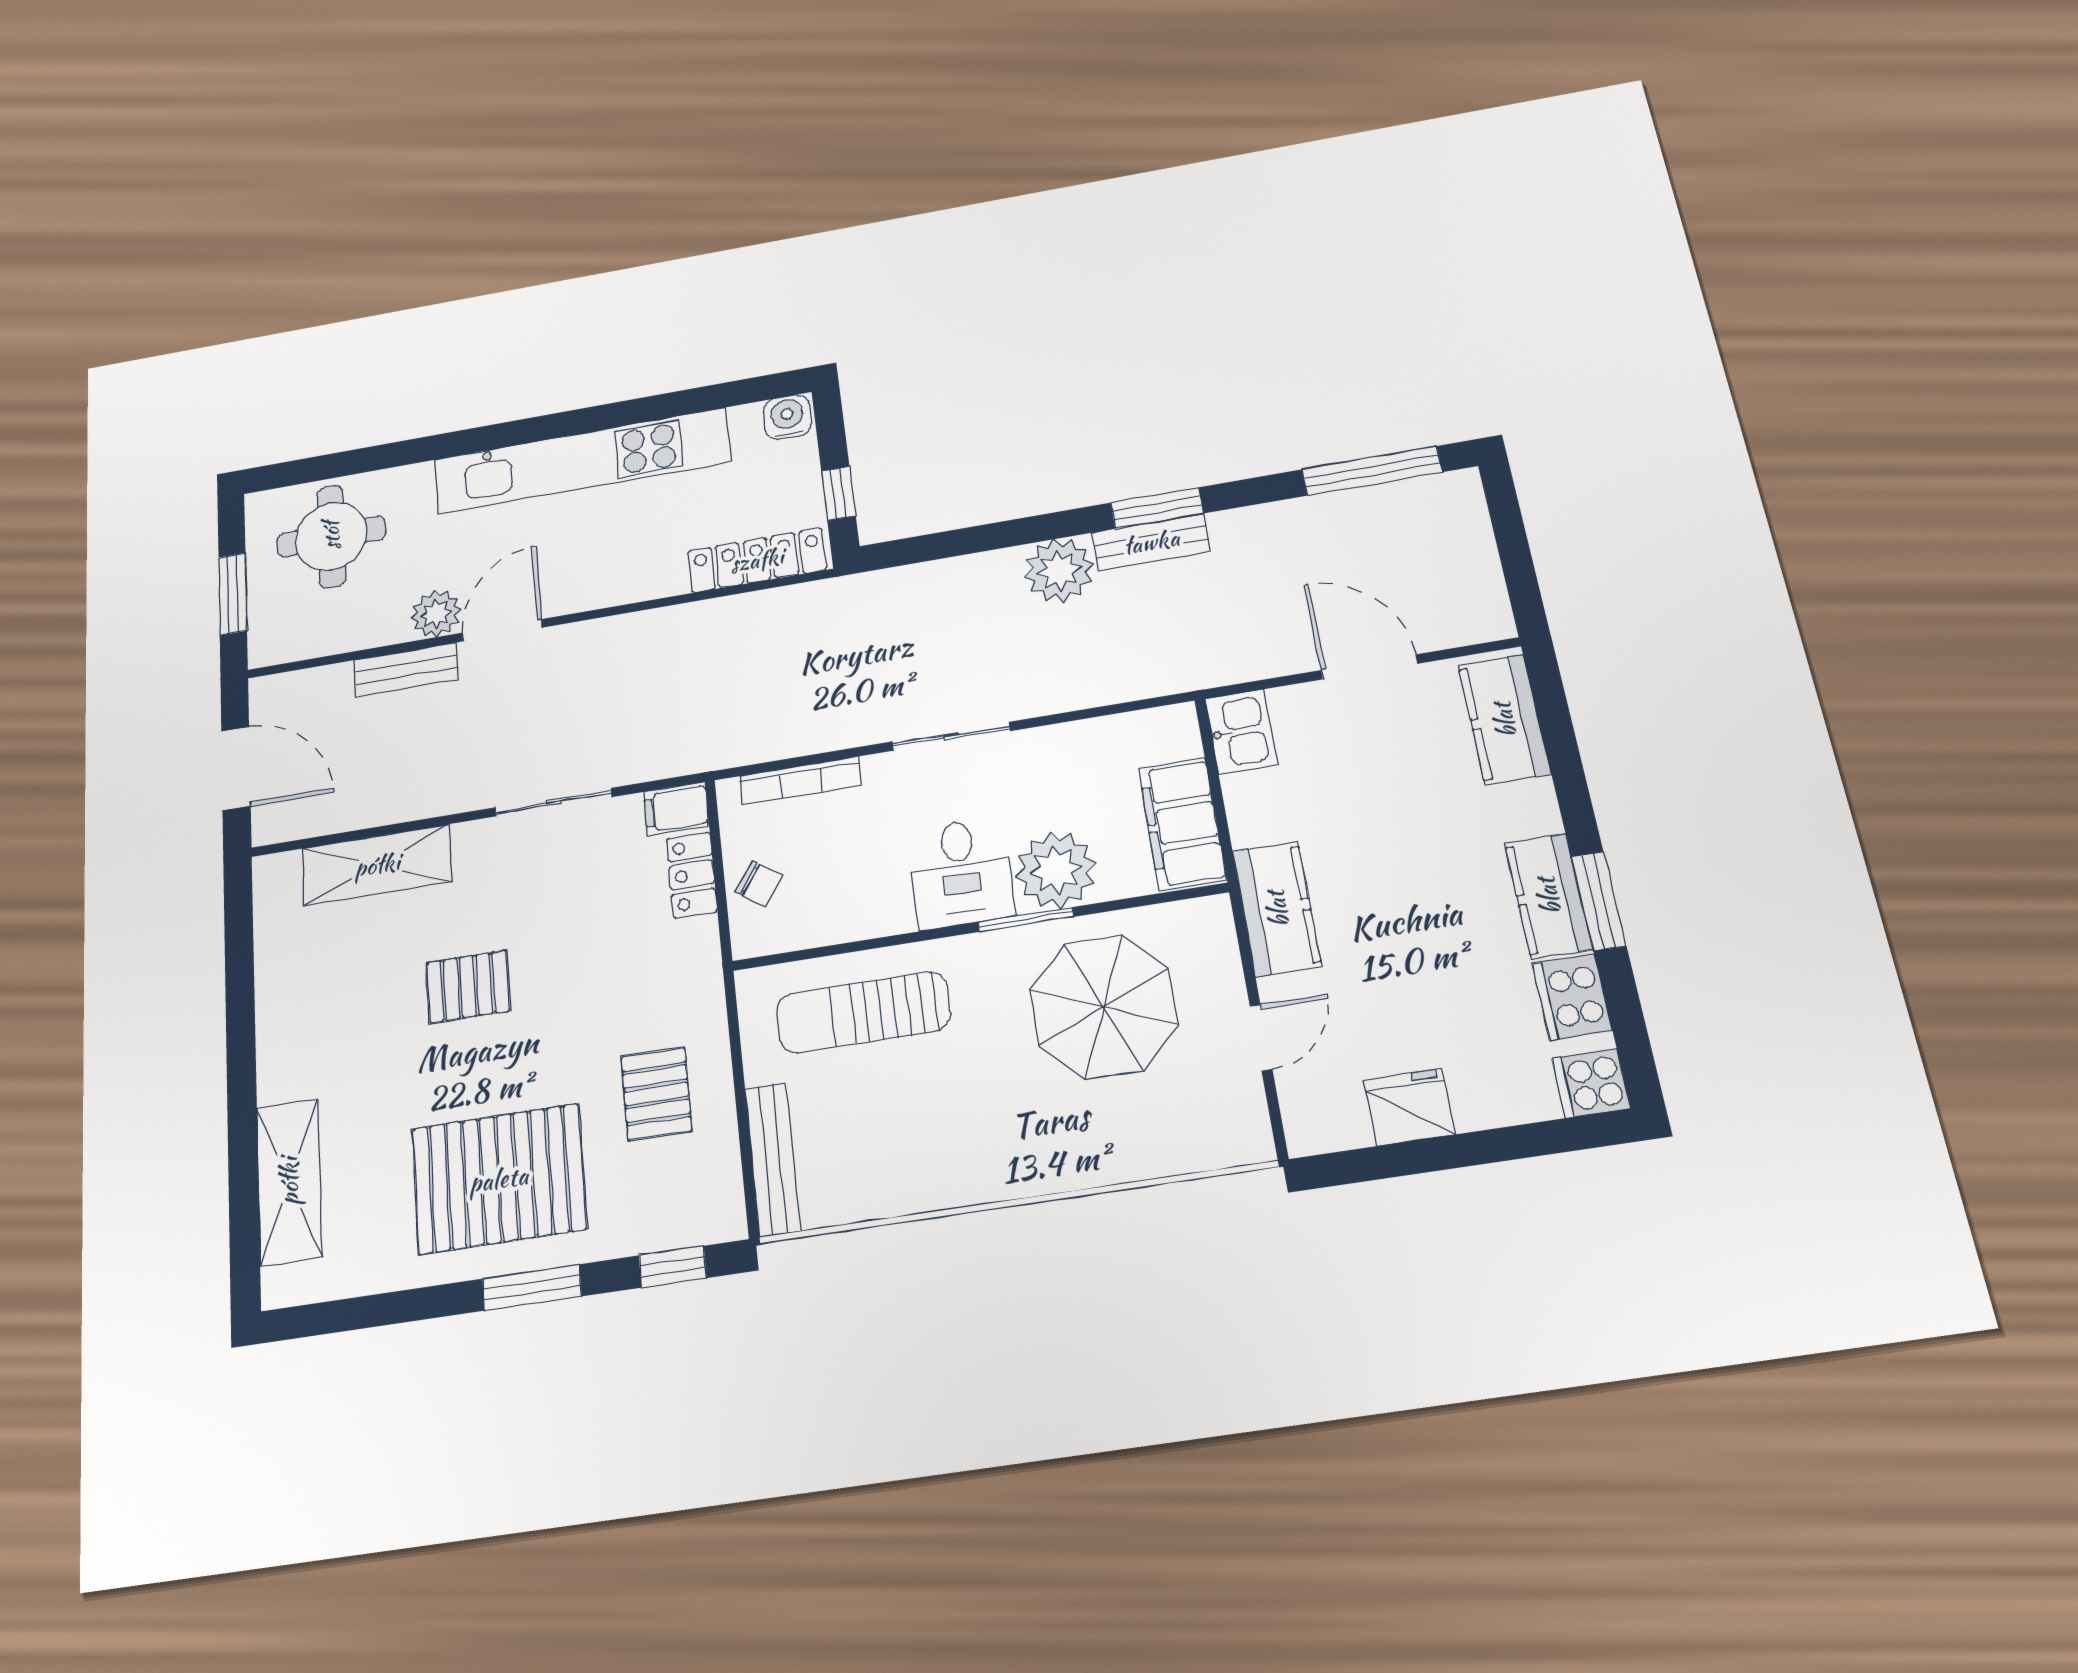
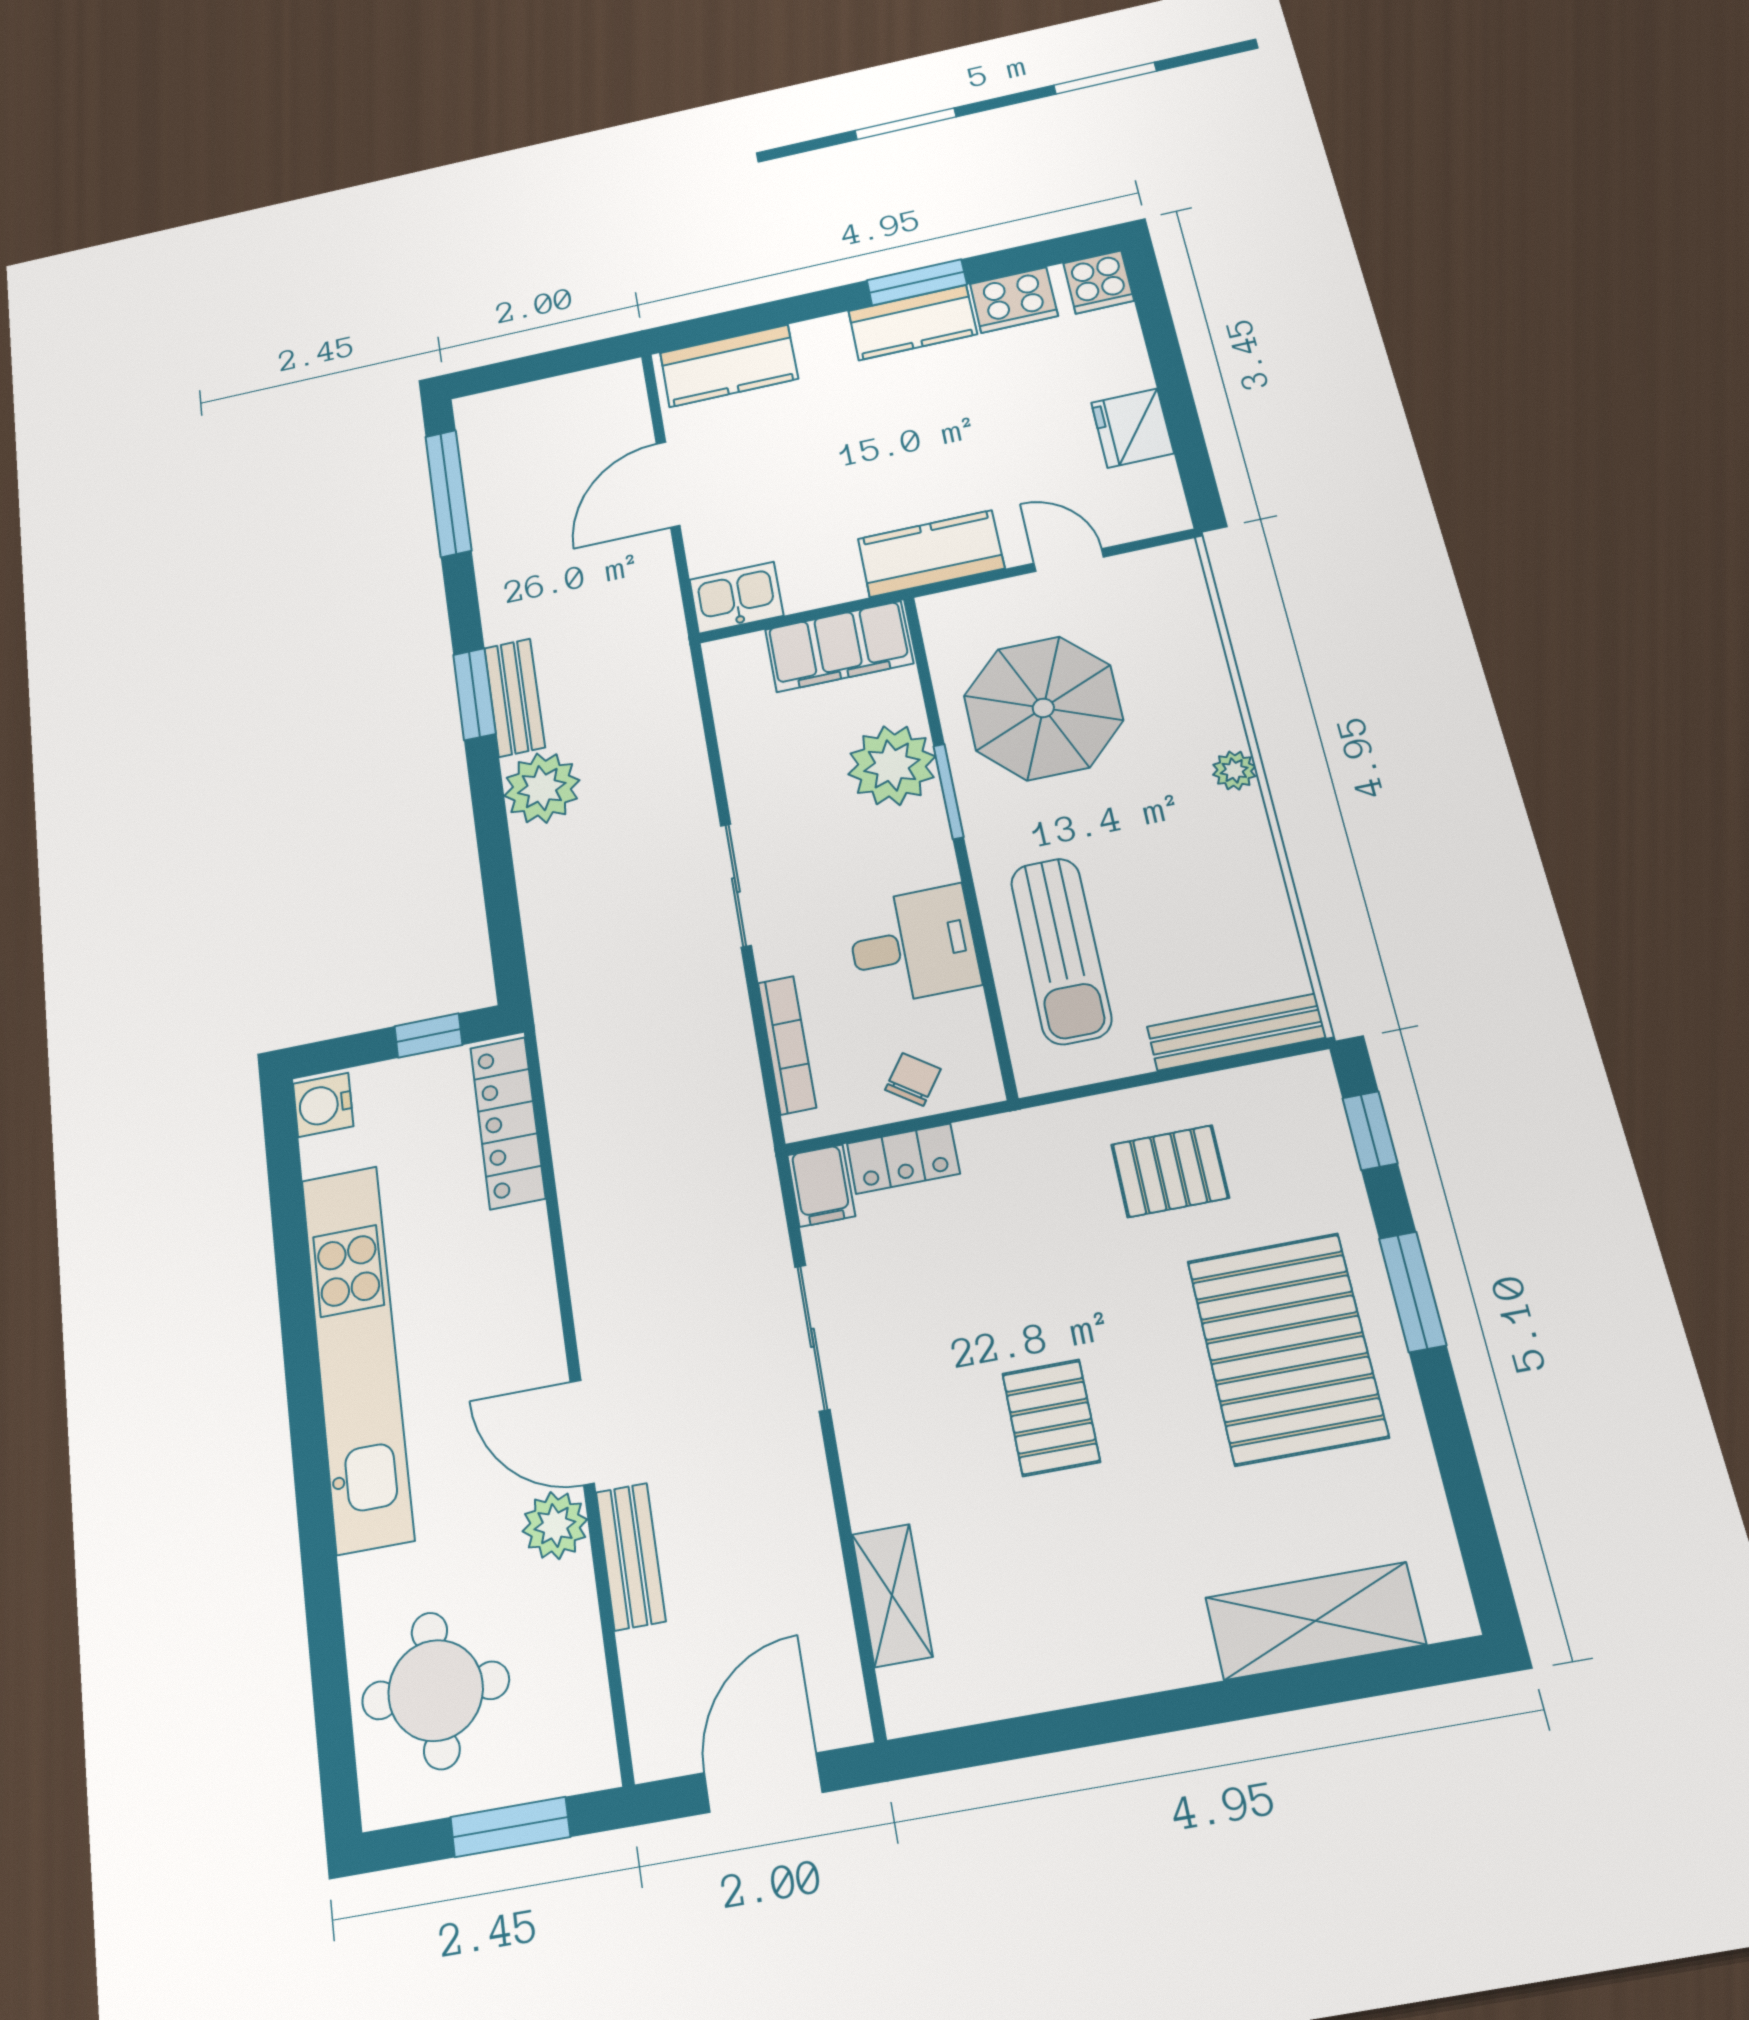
shelving: (377, 865) -> (892, 1595), width x0.67, depth x0.75
desk: (961, 873) -> (913, 945), moved
plant: (1025, 1178) -> (1234, 770), added

